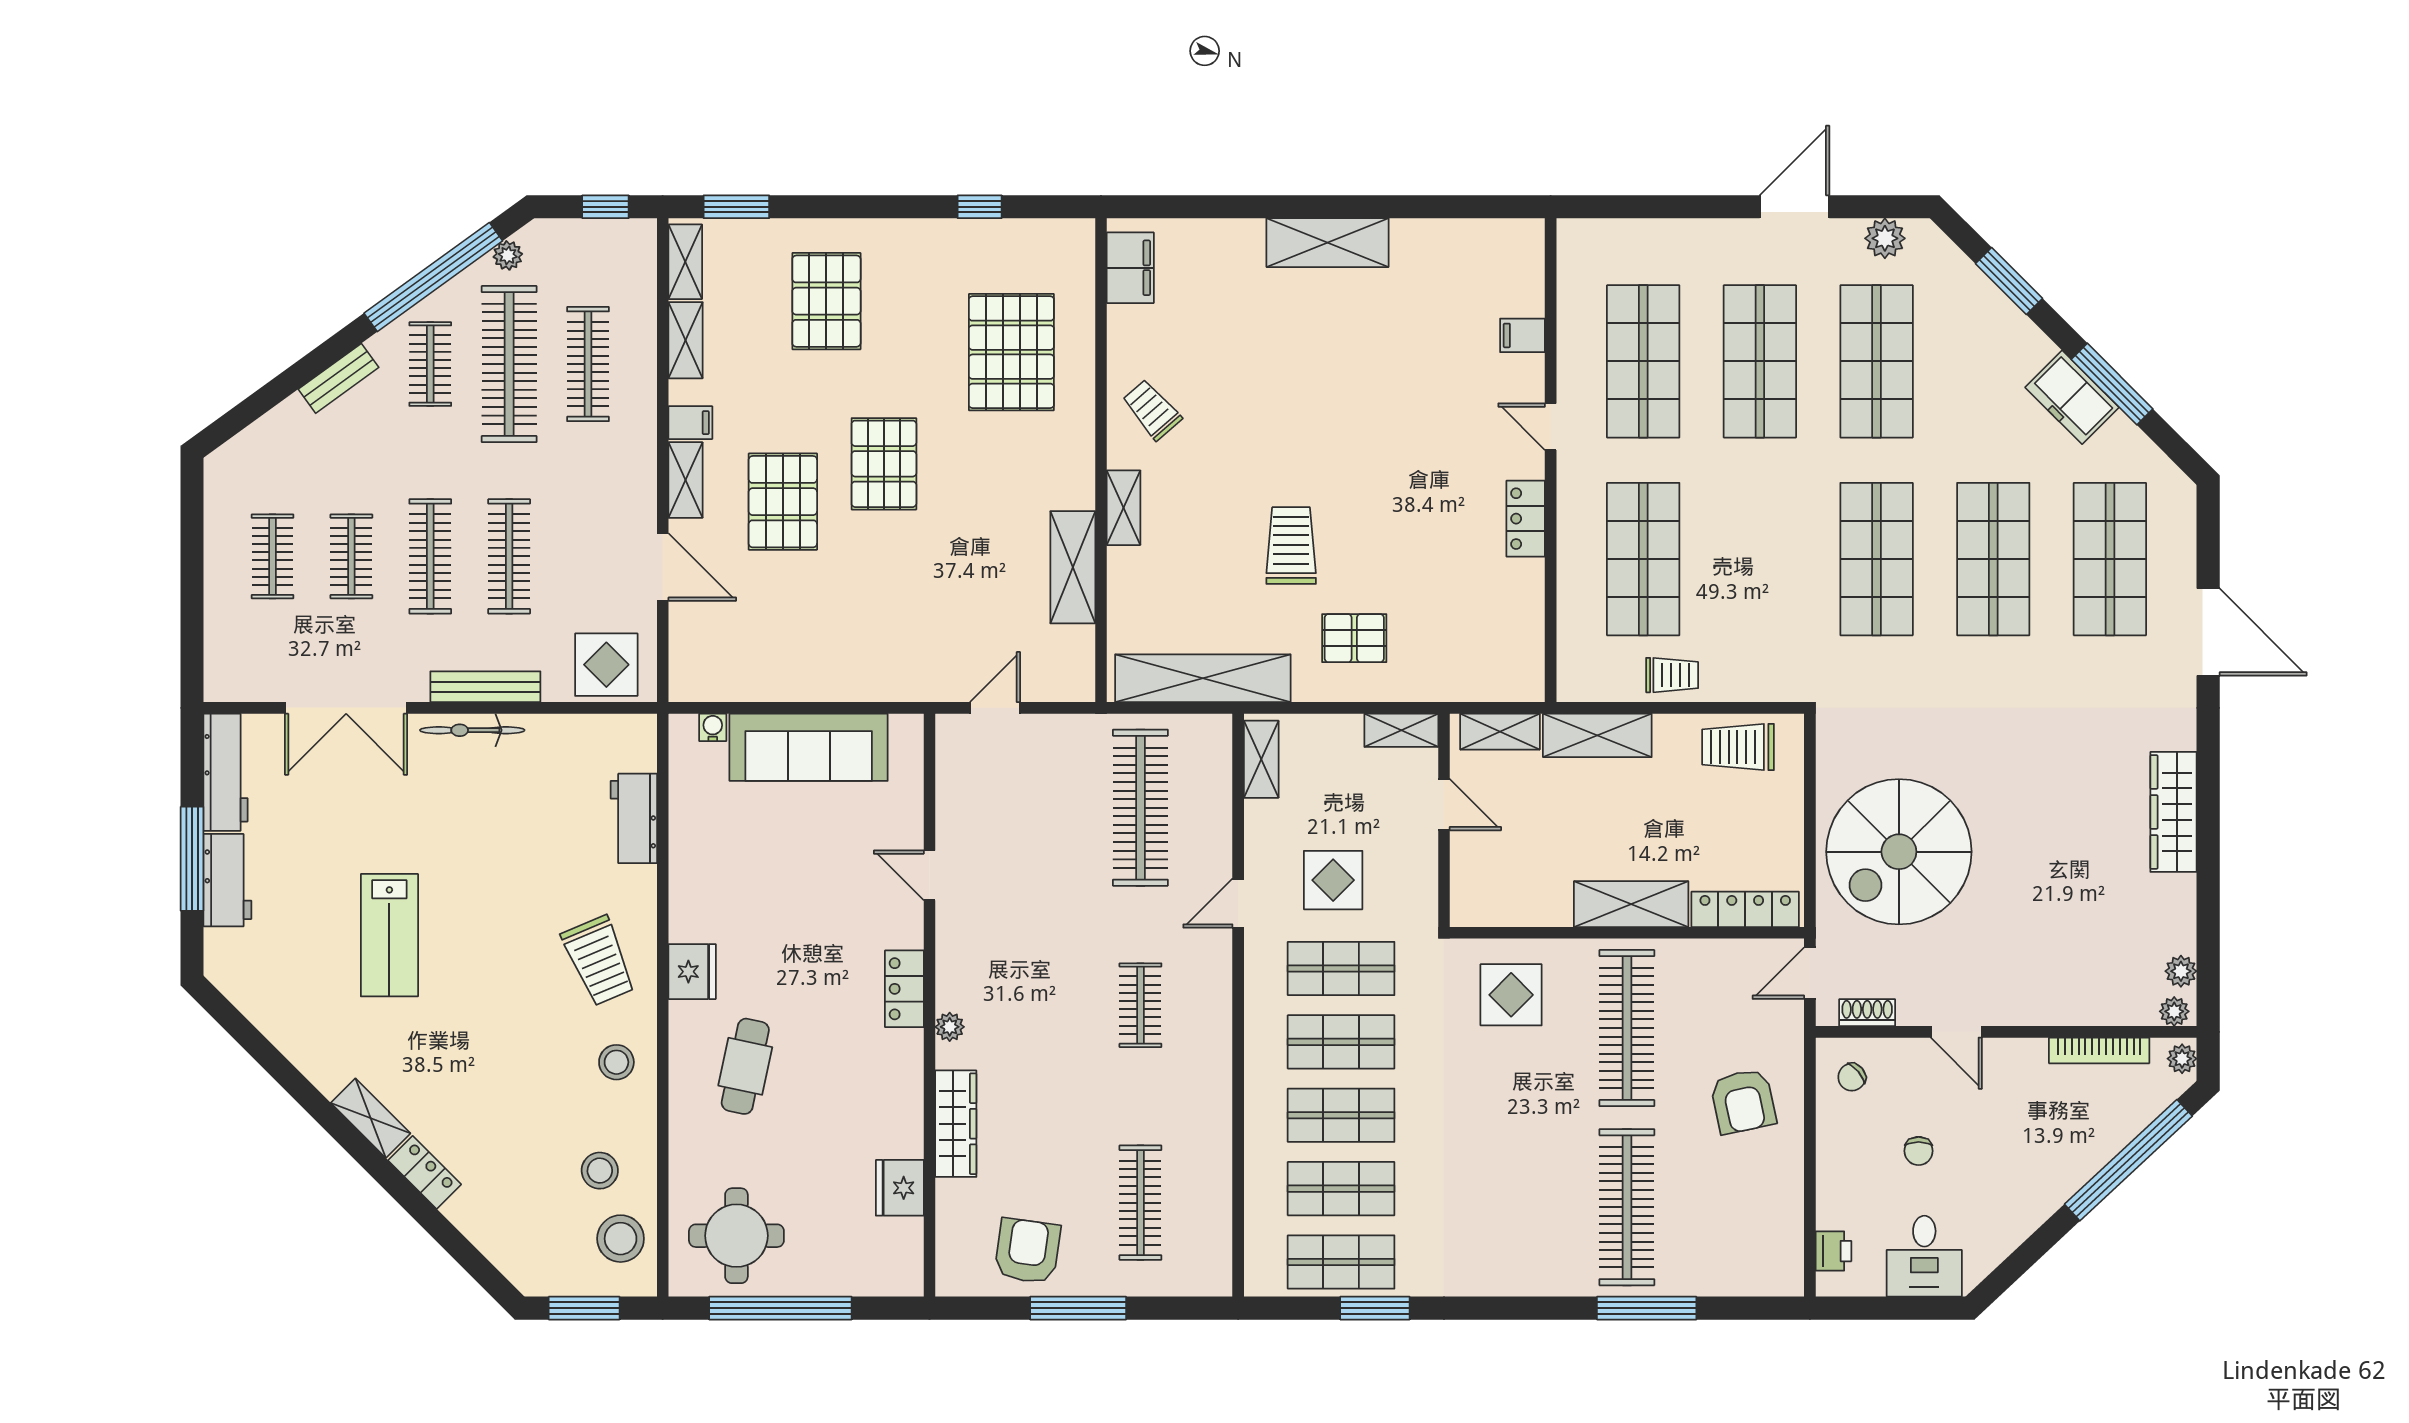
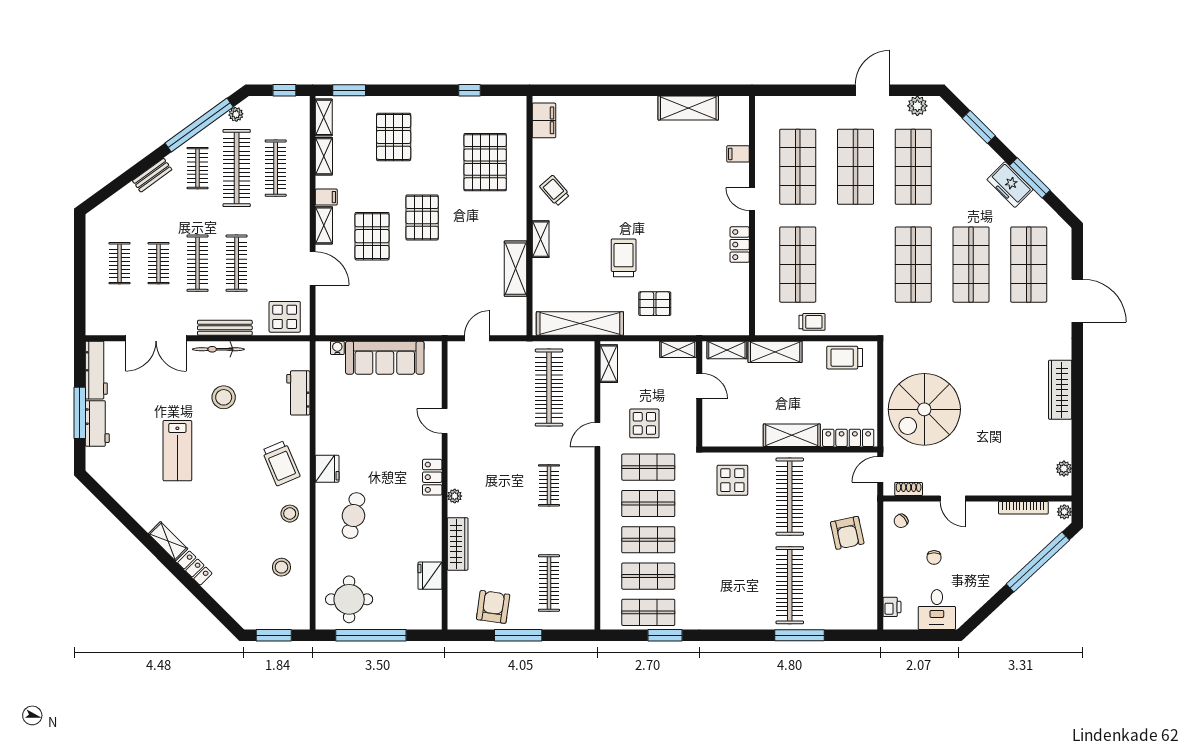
shelving: (1328, 243) -> (688, 108), moved
plant: (2174, 1011) -> (1061, 488), removed
stool: (621, 1239) -> (224, 397), moved

